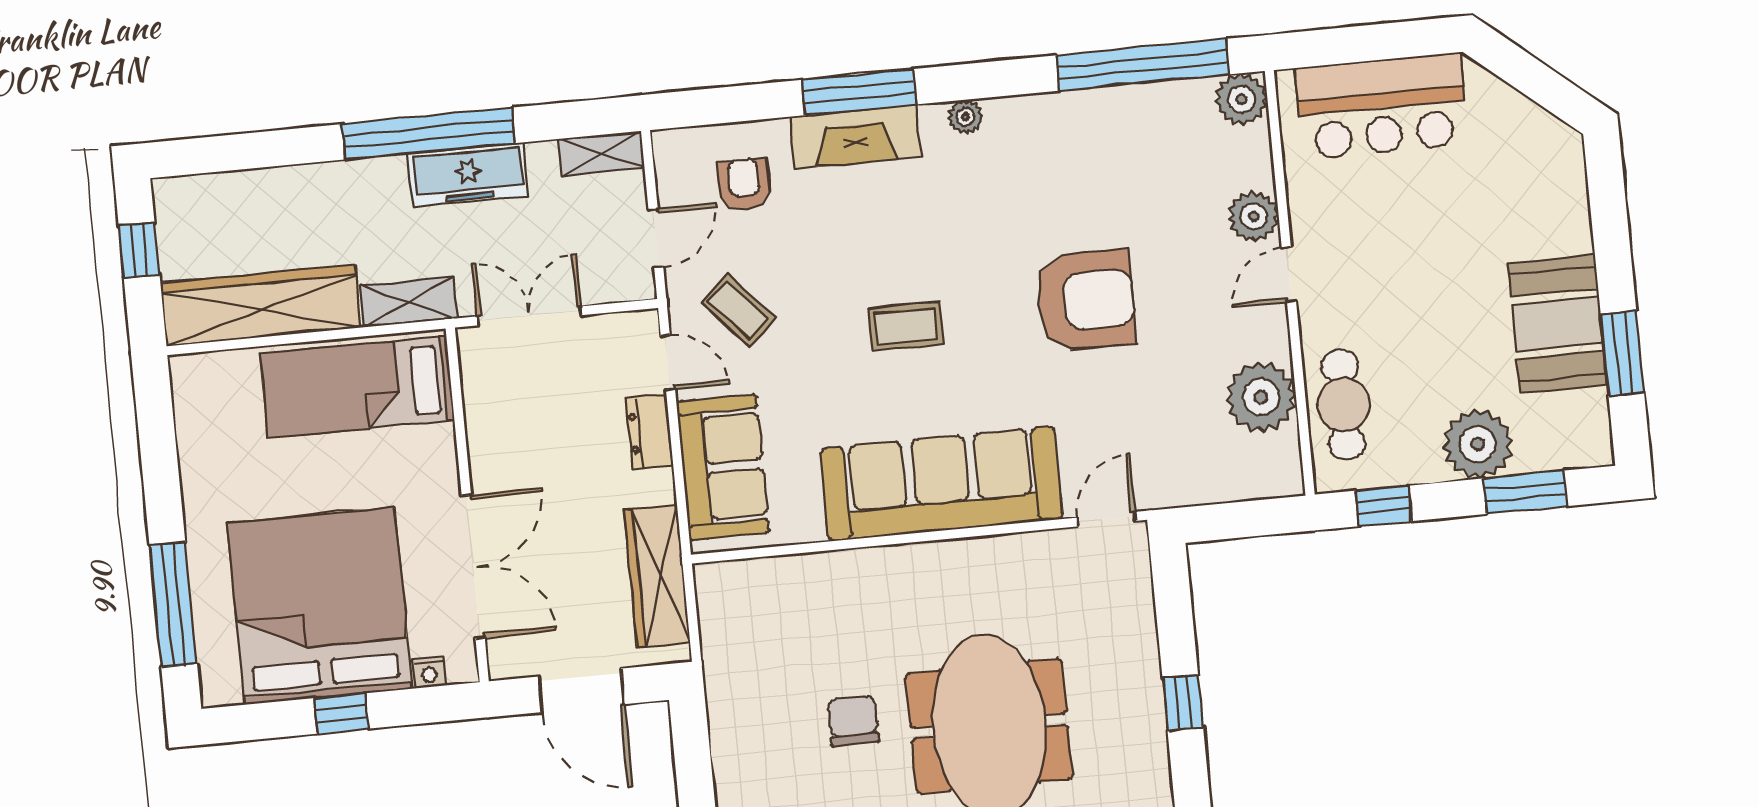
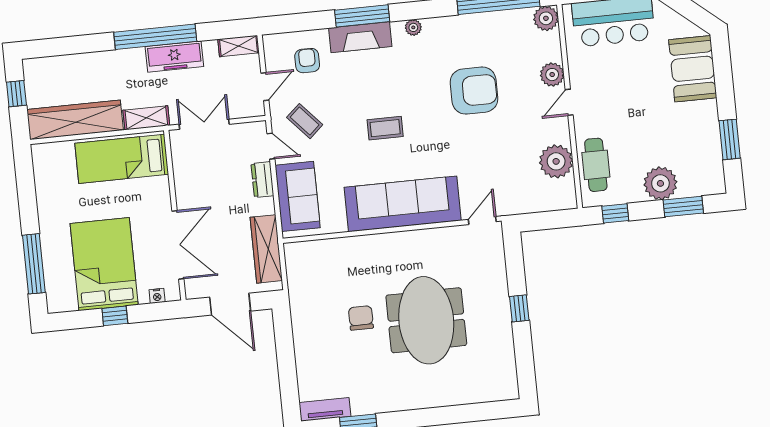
armchair: (1086, 301) -> (474, 91), moved
booth: (1558, 324) -> (693, 69), moved
bed: (320, 606) -> (104, 264), width x0.73

